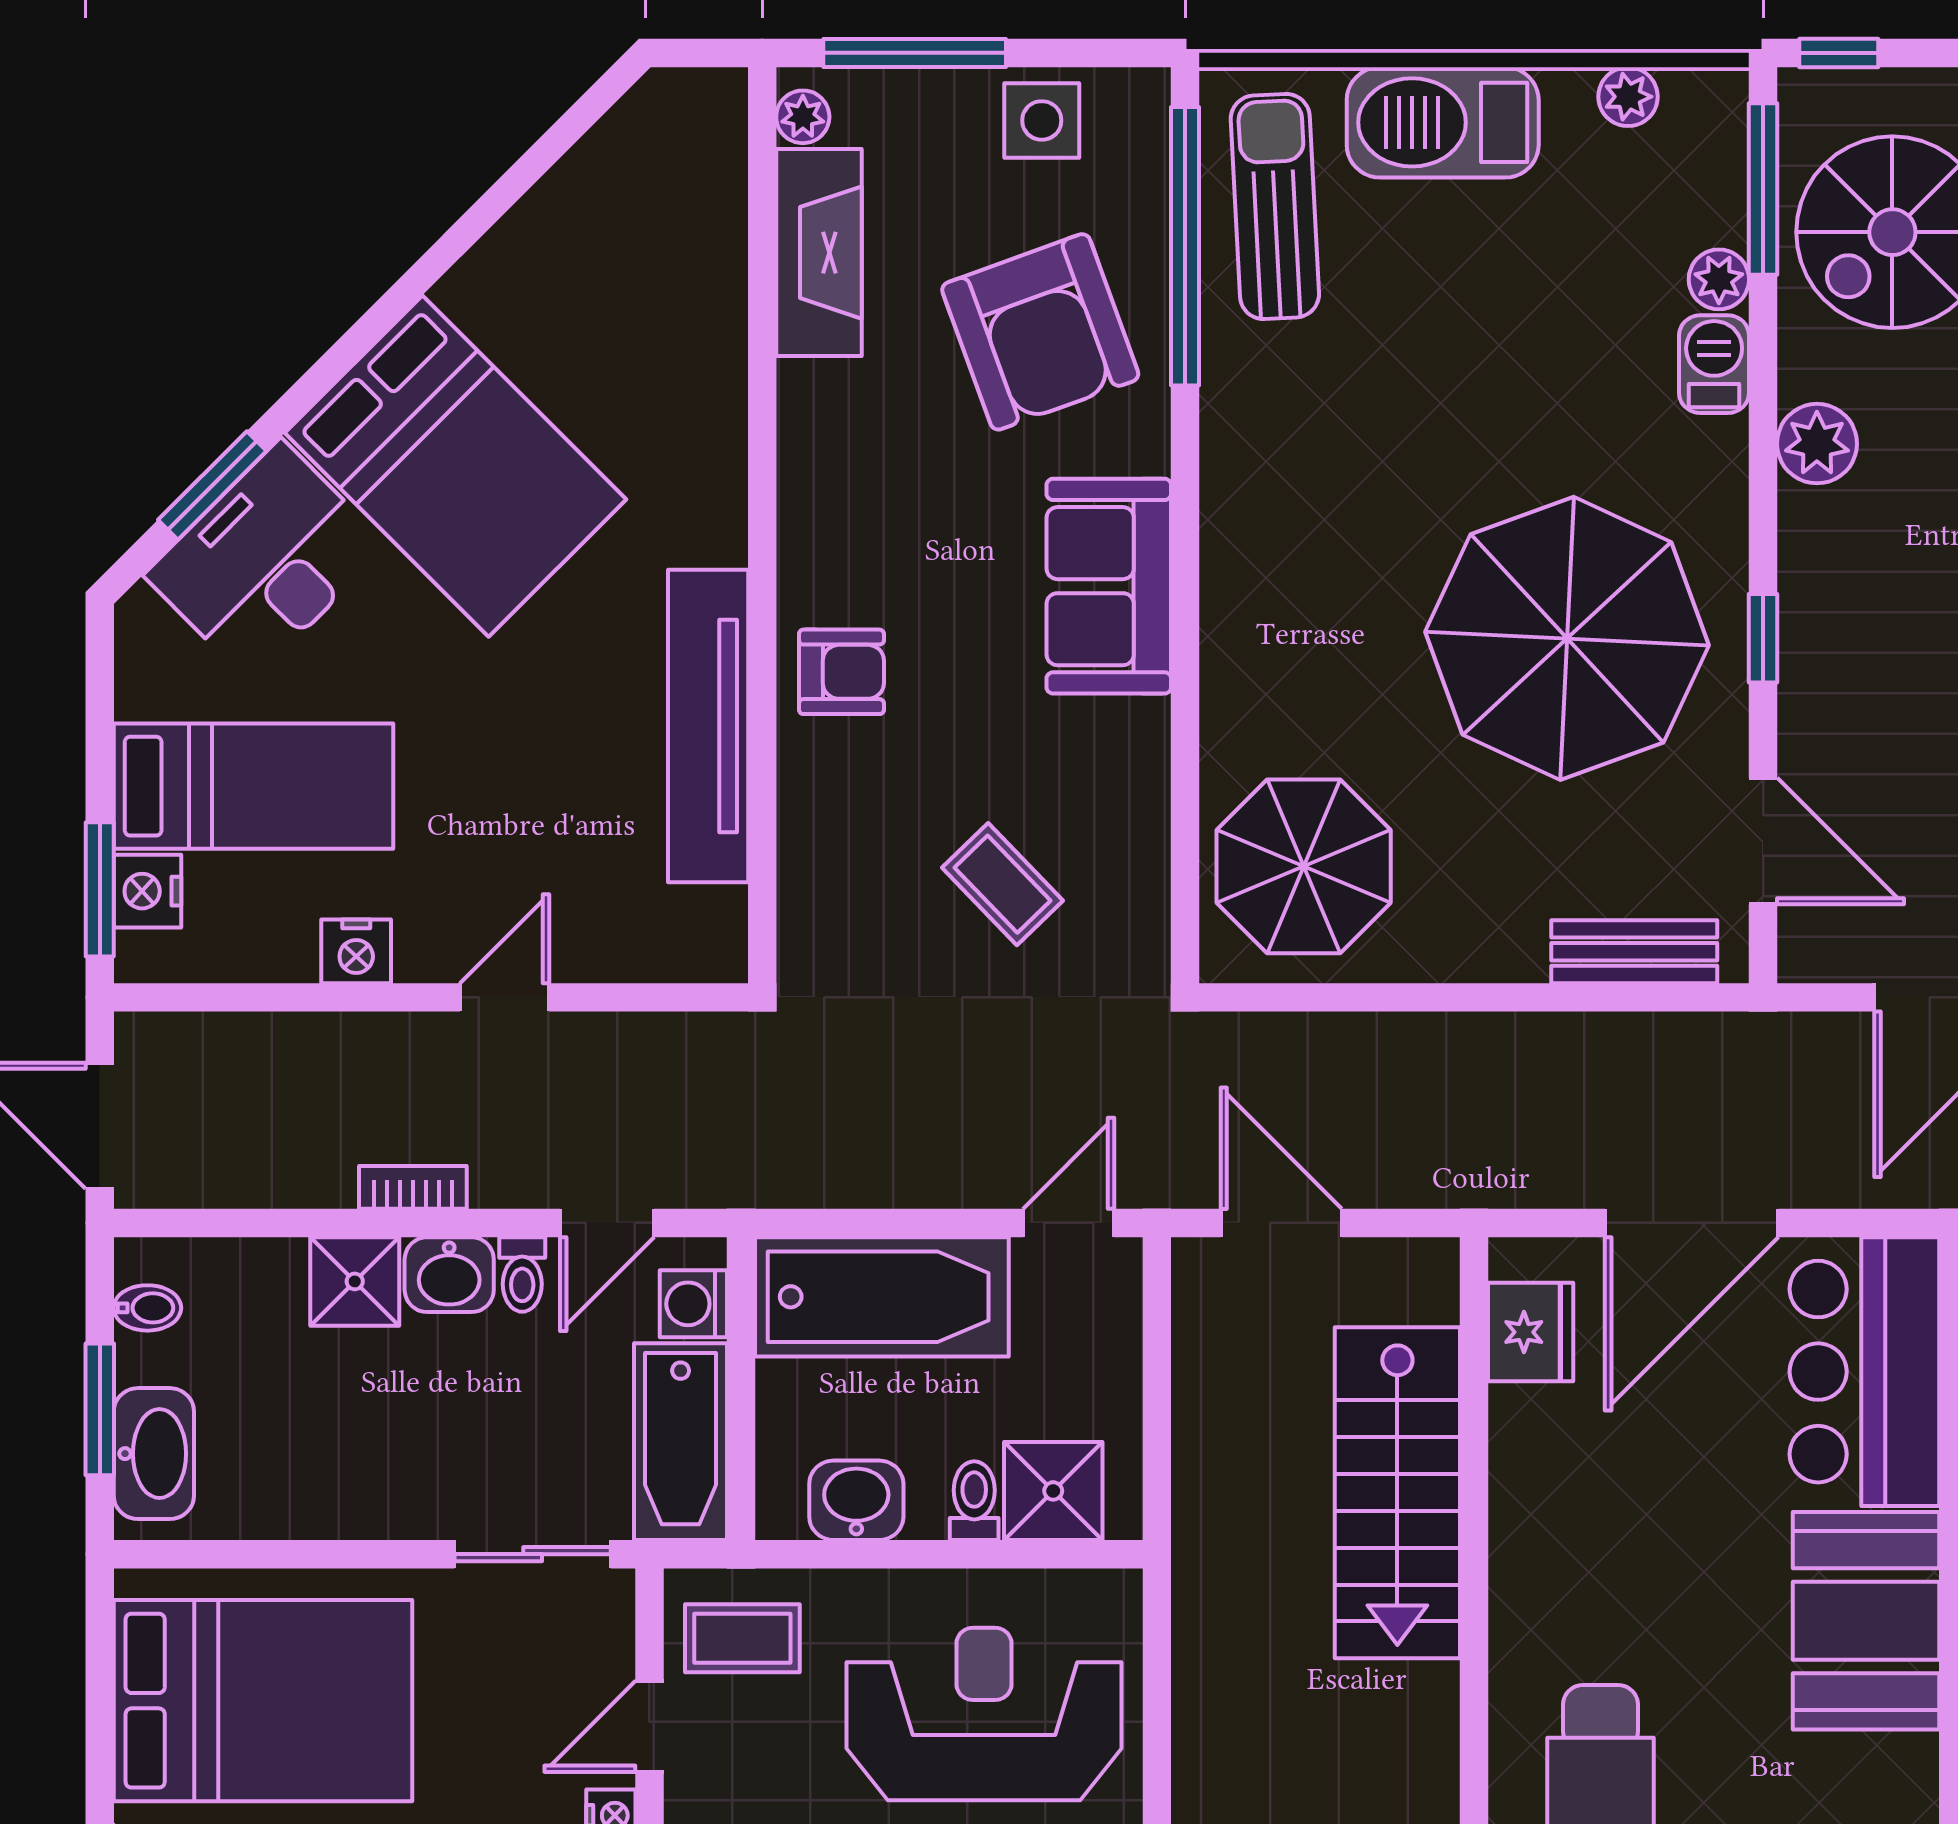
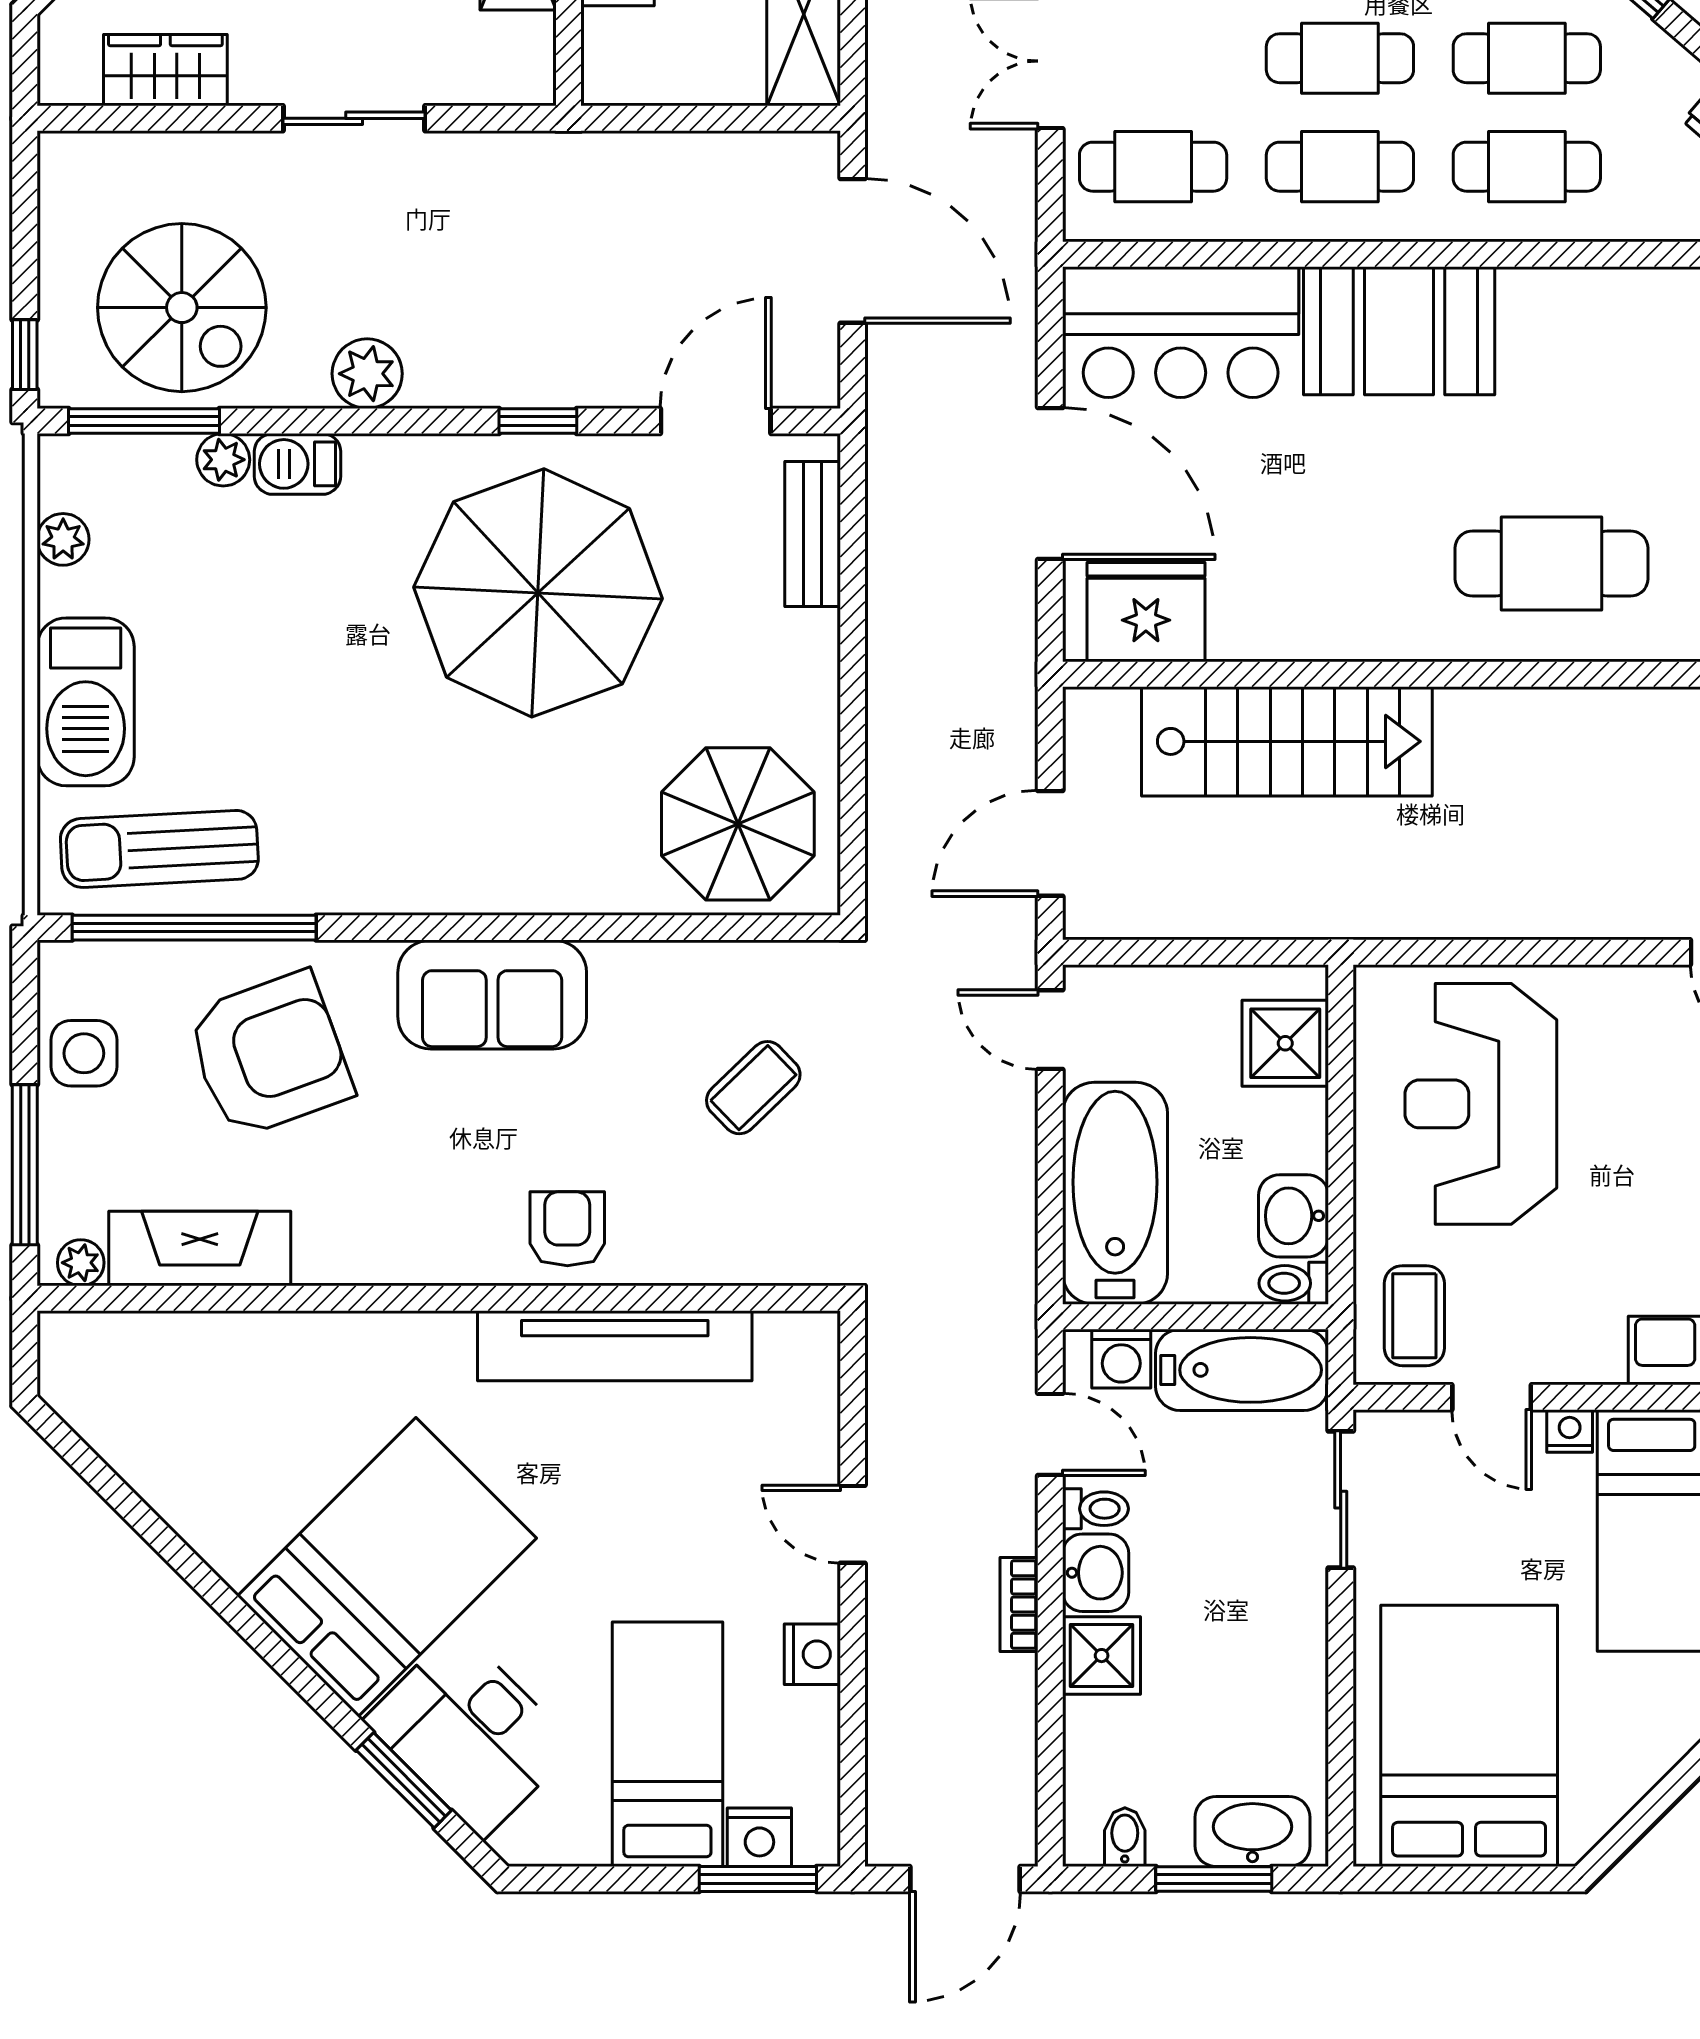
fridge: (1531, 1332) -> (1146, 612), width x1.36, depth x1.34
toilet: (974, 1501) -> (1294, 1283), moved

